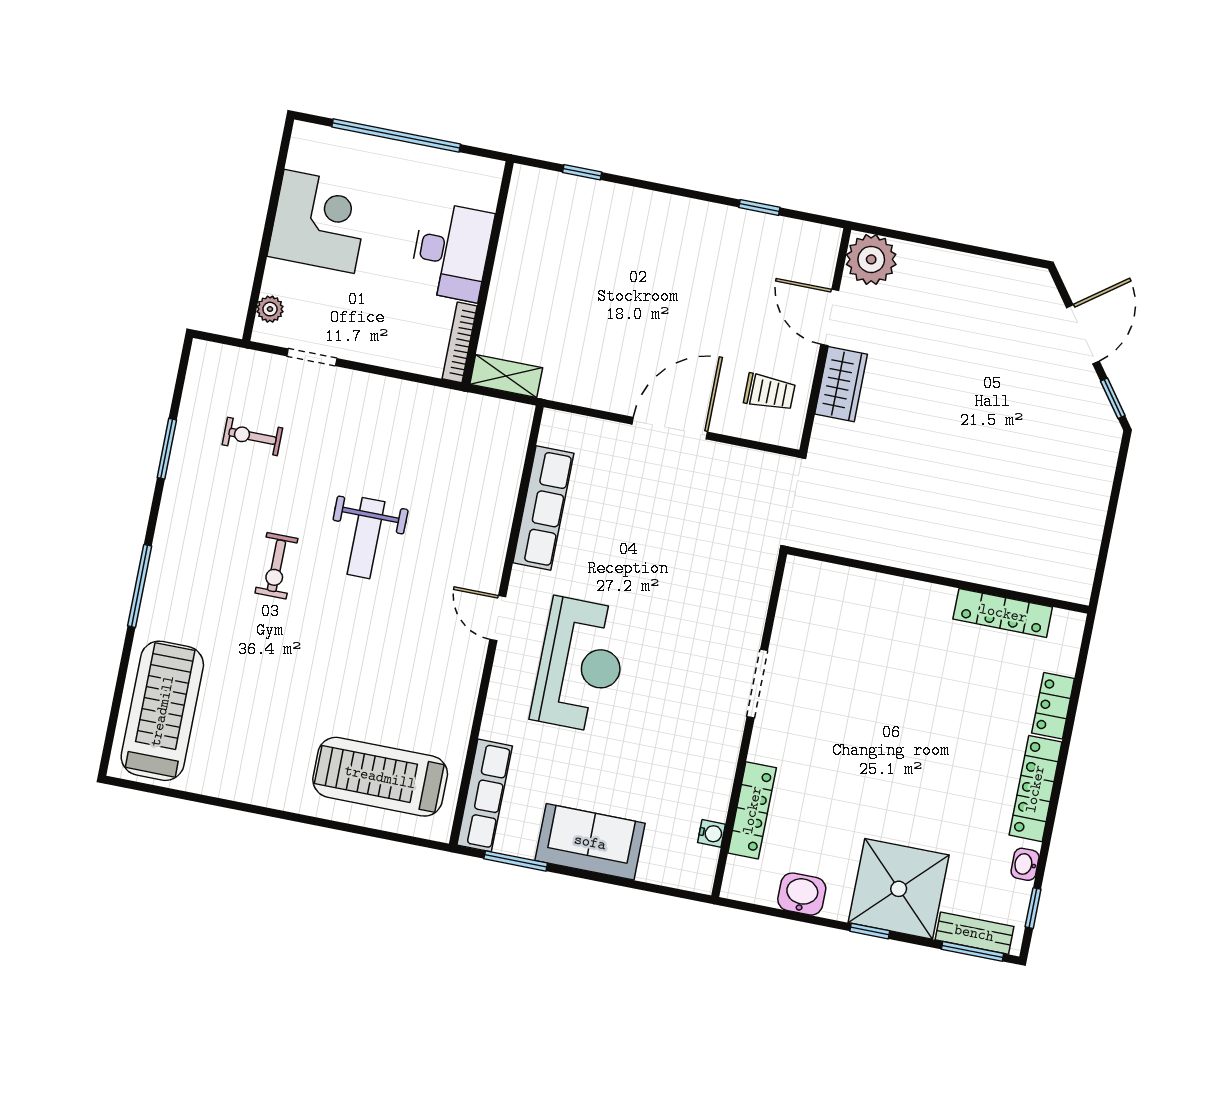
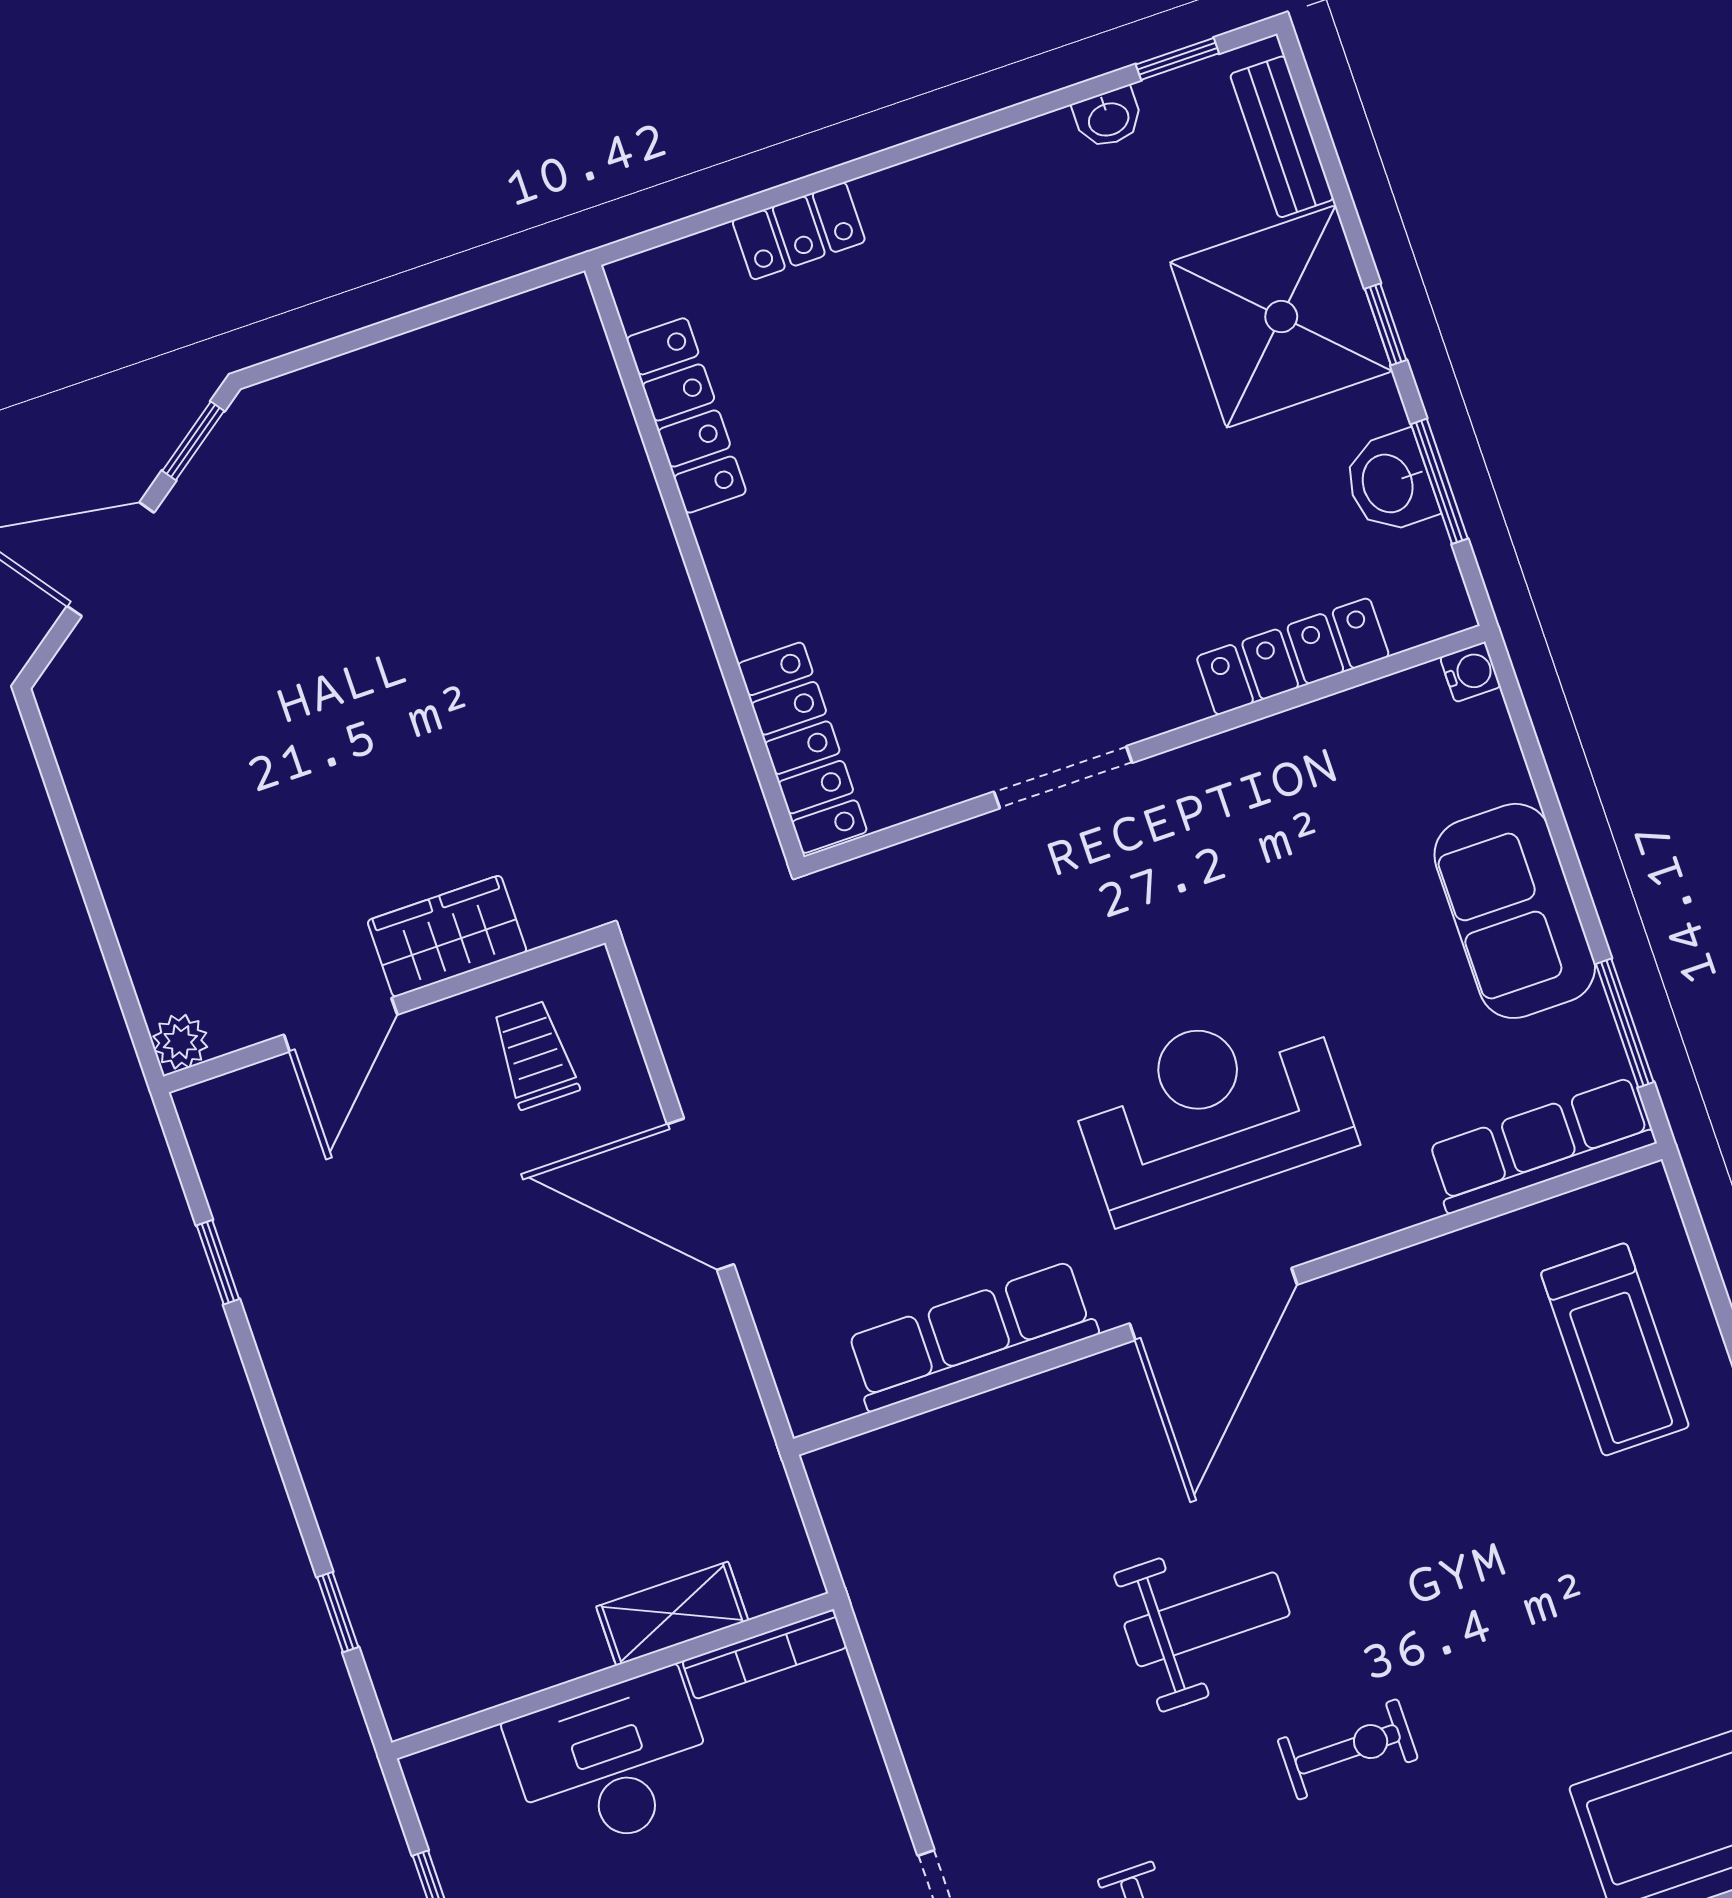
plant: (871, 259) -> (180, 1042), width x0.53, depth x0.53
shelving: (506, 376) -> (672, 1614), moved, turned 90
door: (498, 618) -> (1213, 1304), width x1.88
treadmill: (380, 777) -> (1615, 1349), width x0.73, depth x0.73
locker: (1035, 789) -> (802, 748), moved, turned -90
water cooler: (712, 833) -> (1470, 672), moved, turned 90
window: (973, 951) -> (1439, 481), moved

